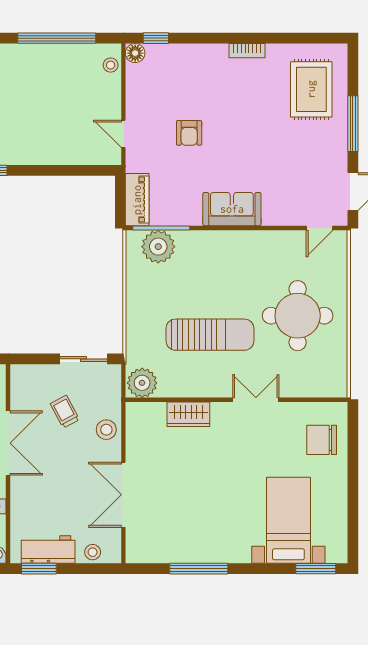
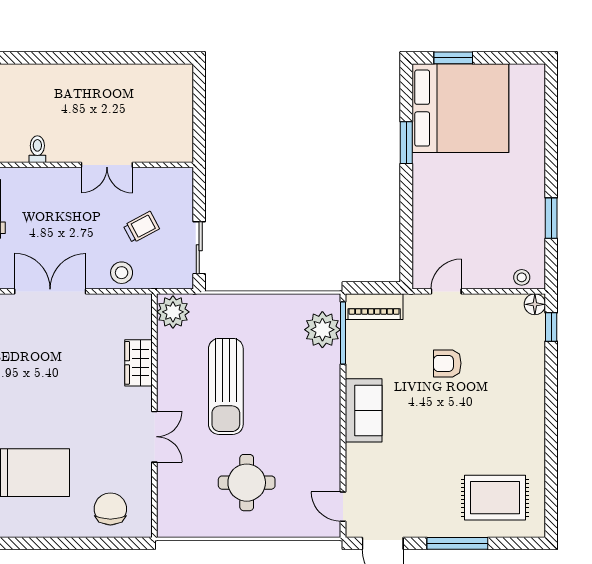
window: (57, 38) -> (551, 218), width x0.47
bookcase: (247, 51) -> (538, 427), removed
round table: (298, 316) -> (247, 483), width x0.73, depth x0.73
double door: (8, 443) -> (107, 165), width x0.73

